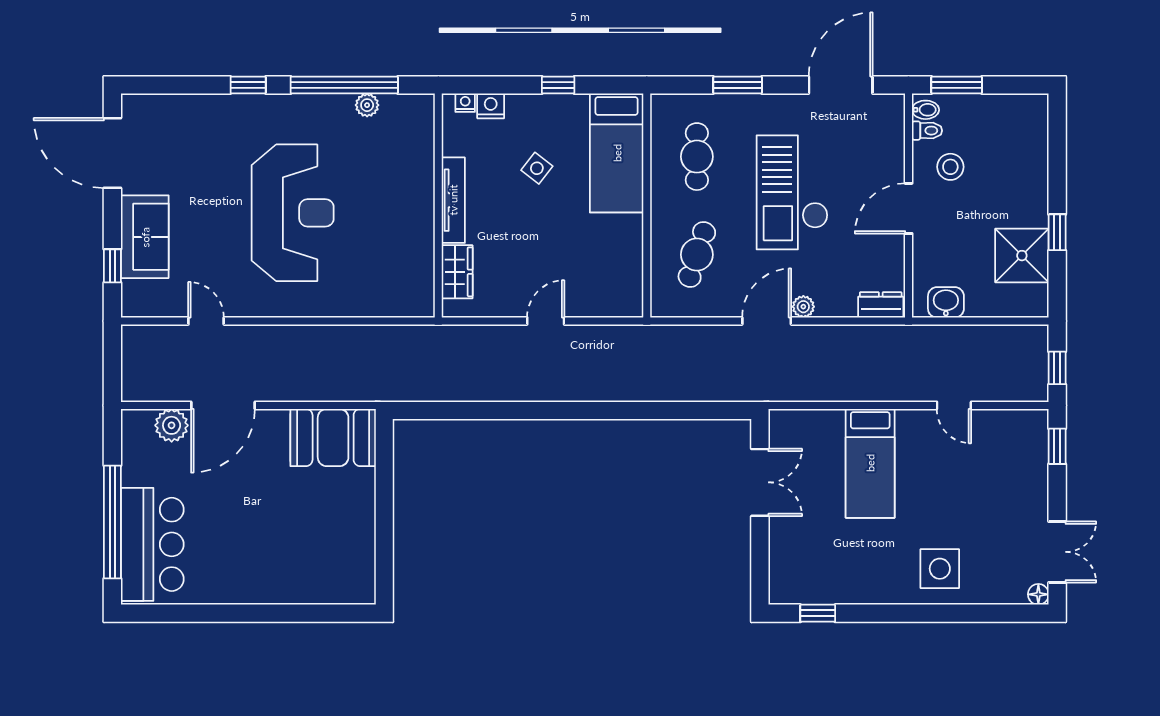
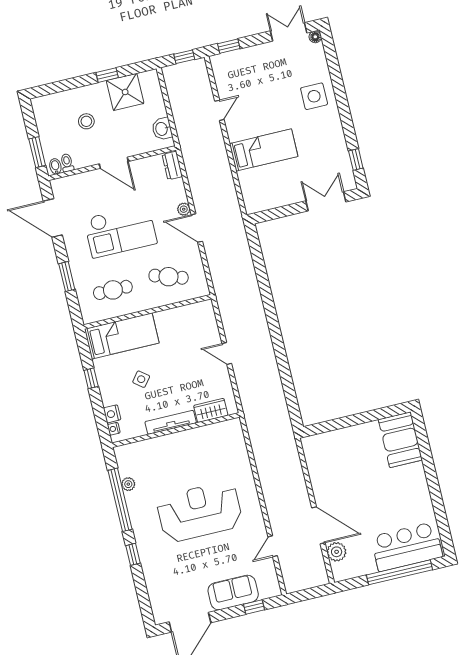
stool: (950, 167) -> (86, 121), moved
booth: (333, 438) -> (400, 440), moved
double door: (760, 482) -> (326, 201), moved

